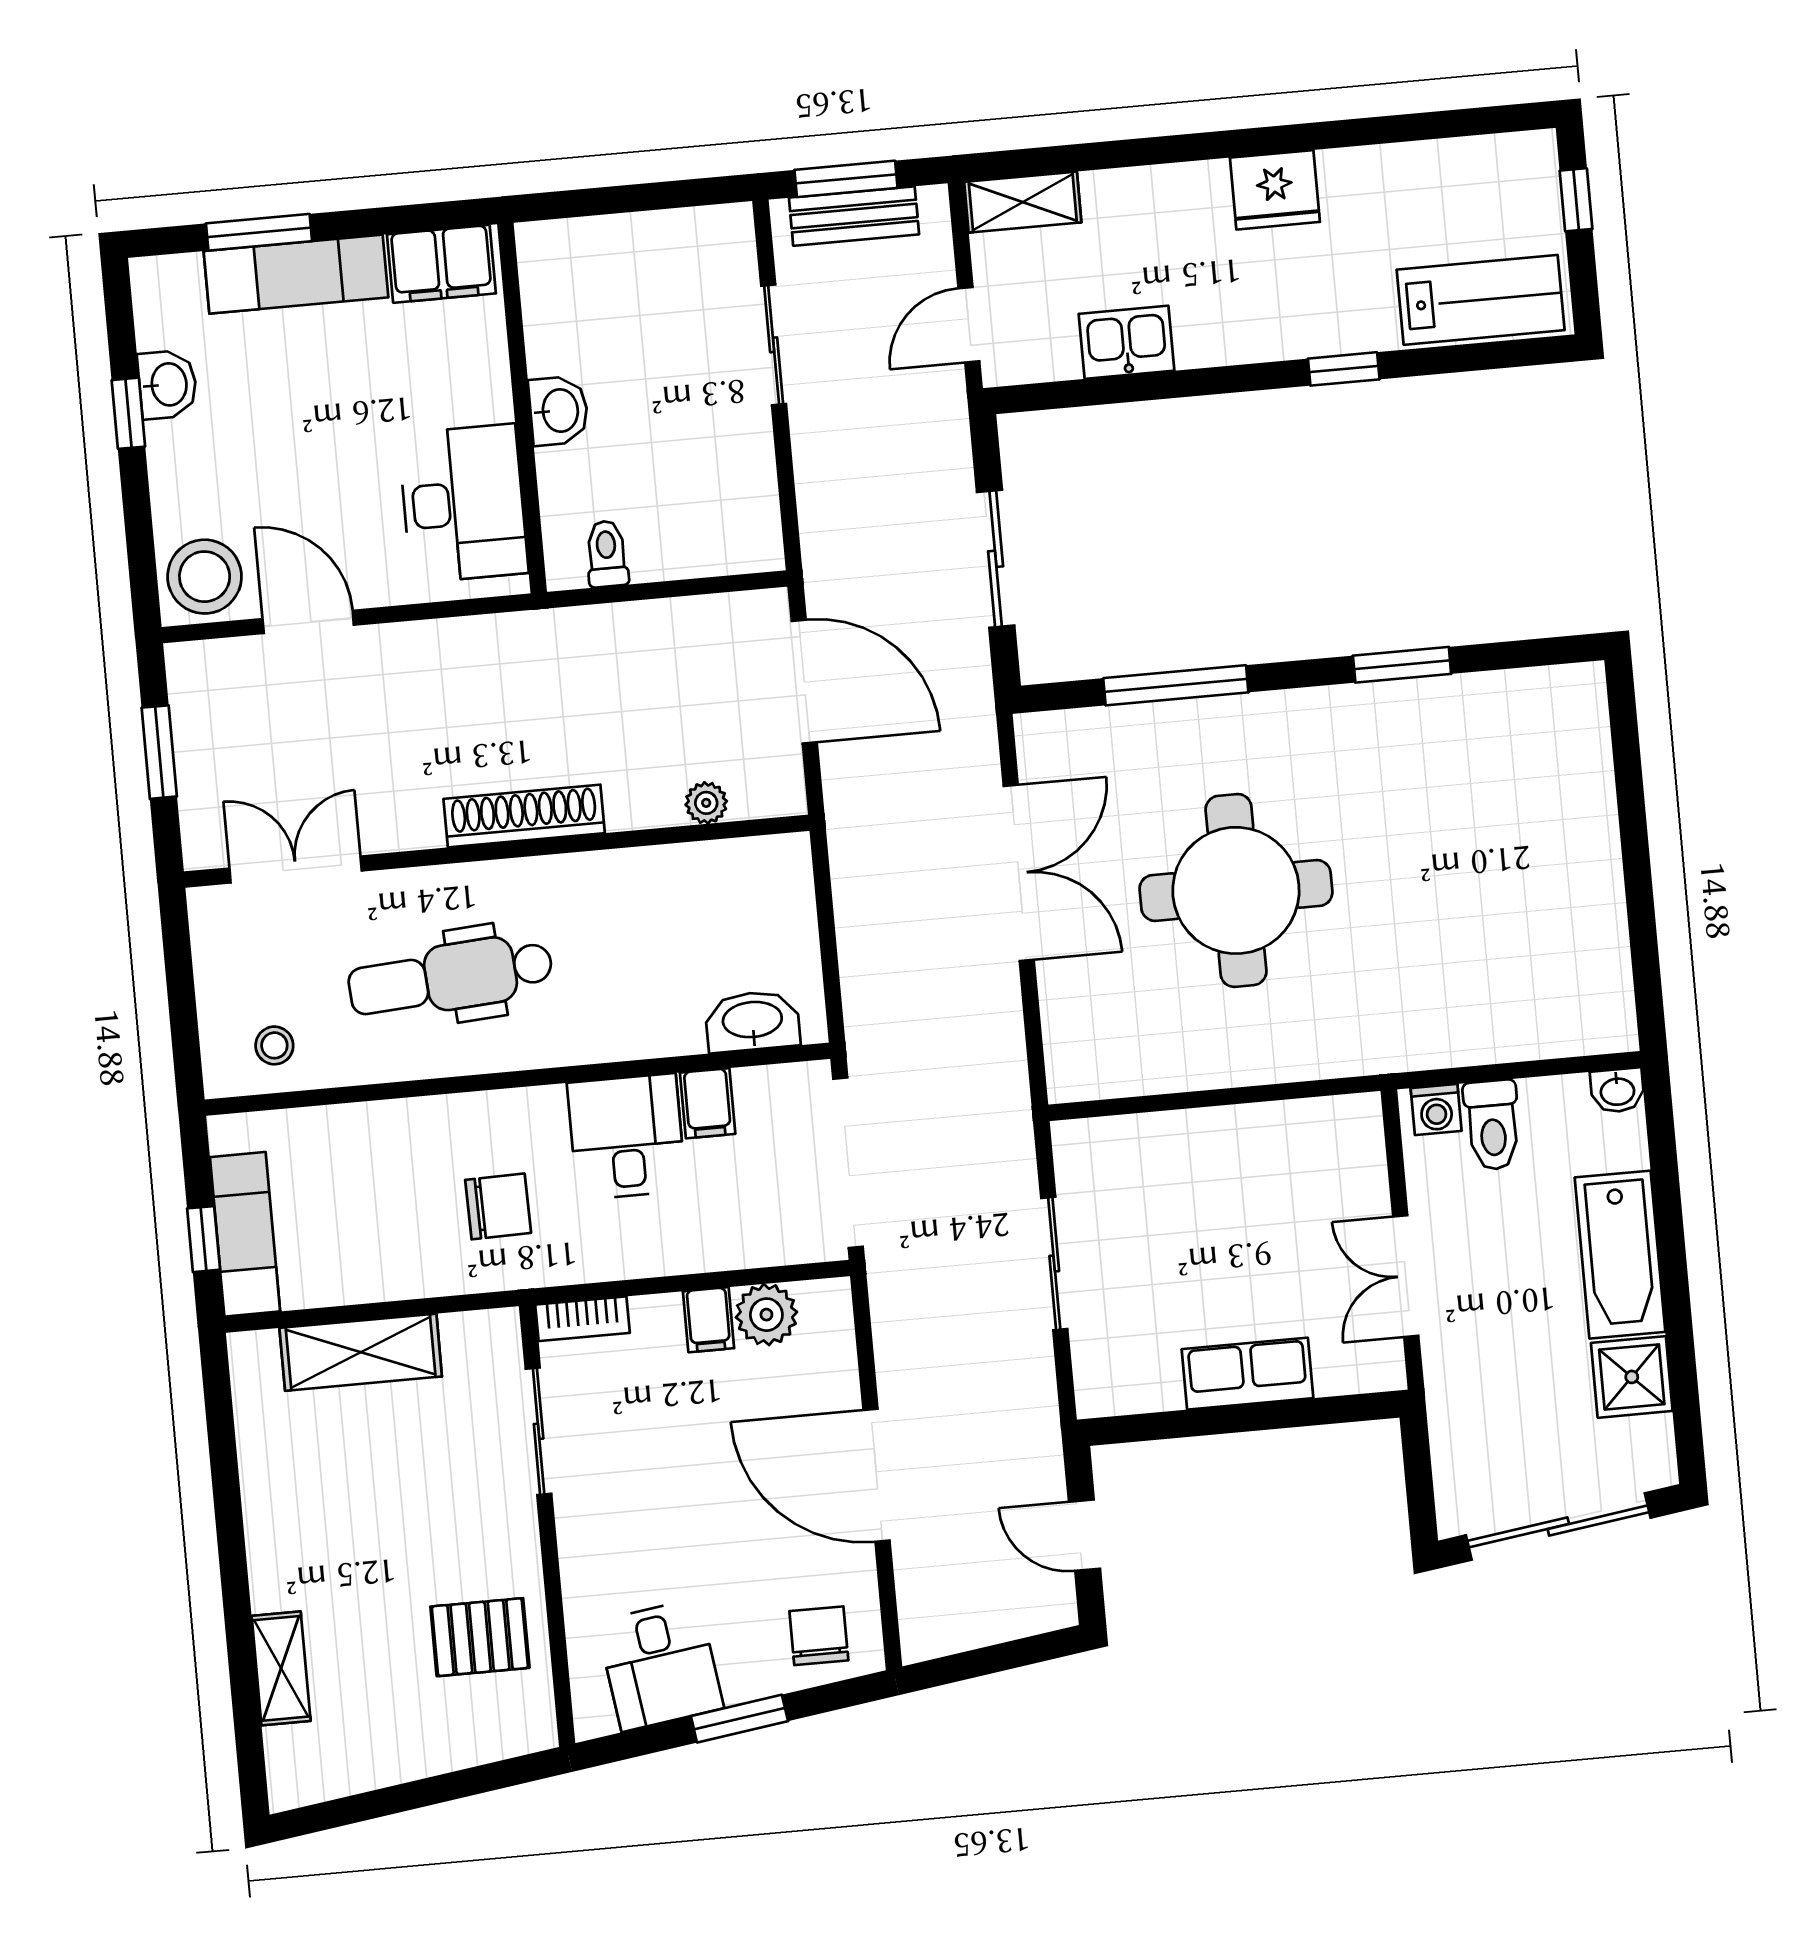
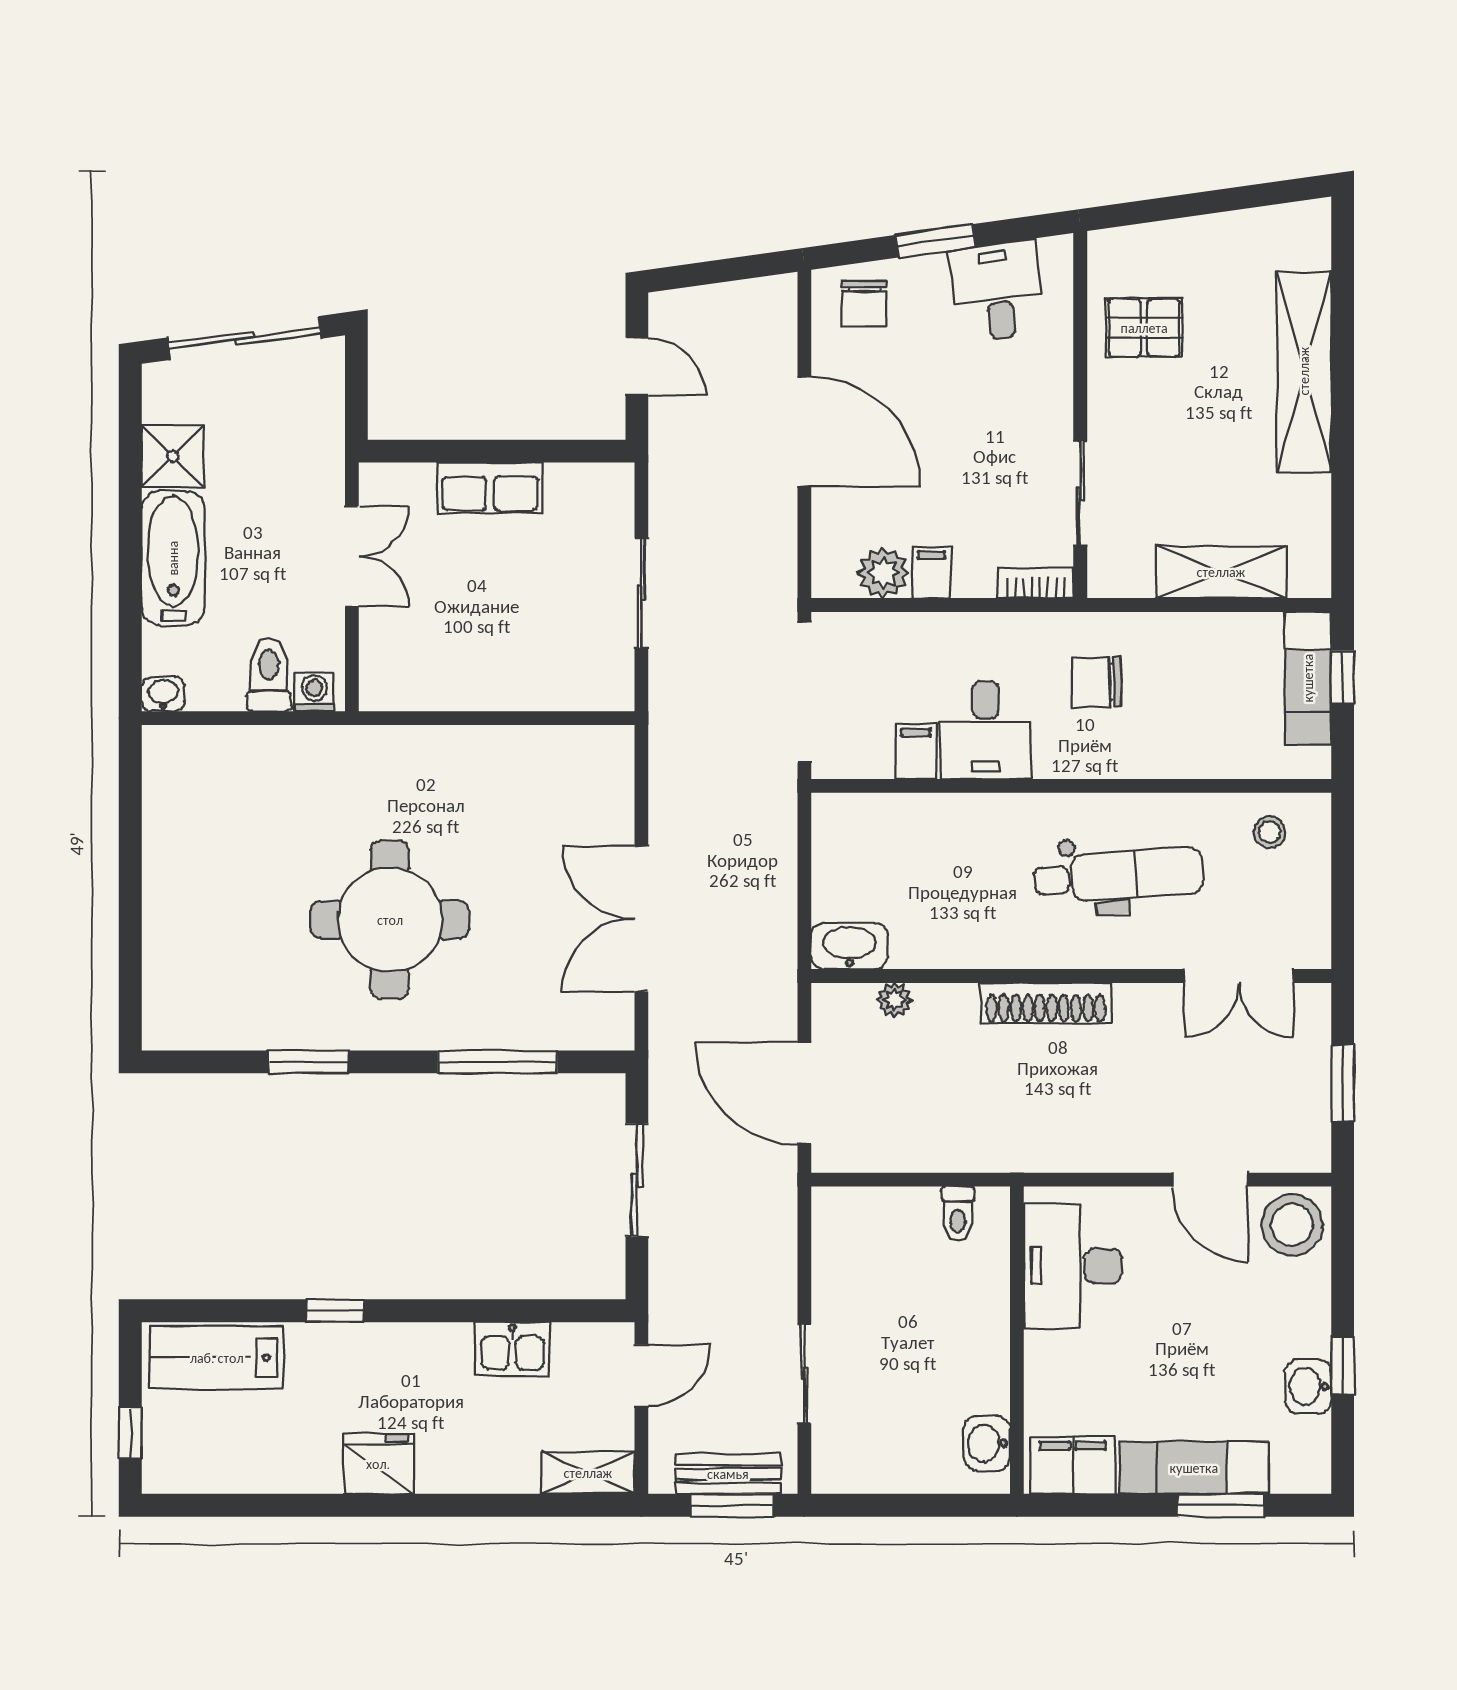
washbasin: (559, 411) -> (987, 1443), moved
round table: (1236, 890) -> (390, 920), moved
washbasin: (752, 1021) -> (849, 946), moved, turned 180
shelving: (281, 1668) -> (1304, 371), width x2.20, depth x1.33

